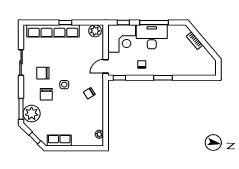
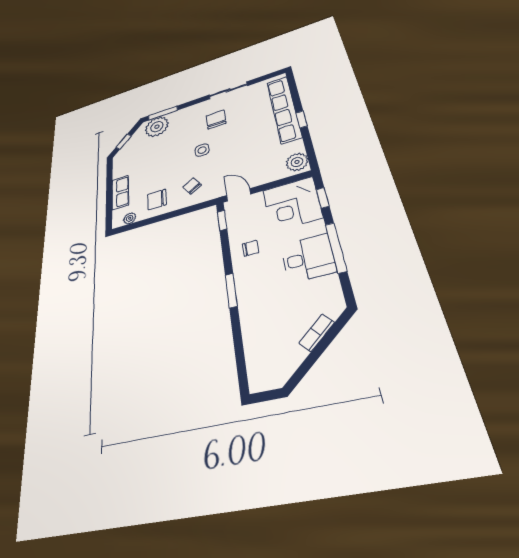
desk: (152, 37) -> (308, 258), width x0.73
chair: (46, 94) -> (157, 199), moved
row of seats: (59, 140) -> (120, 192), moved

